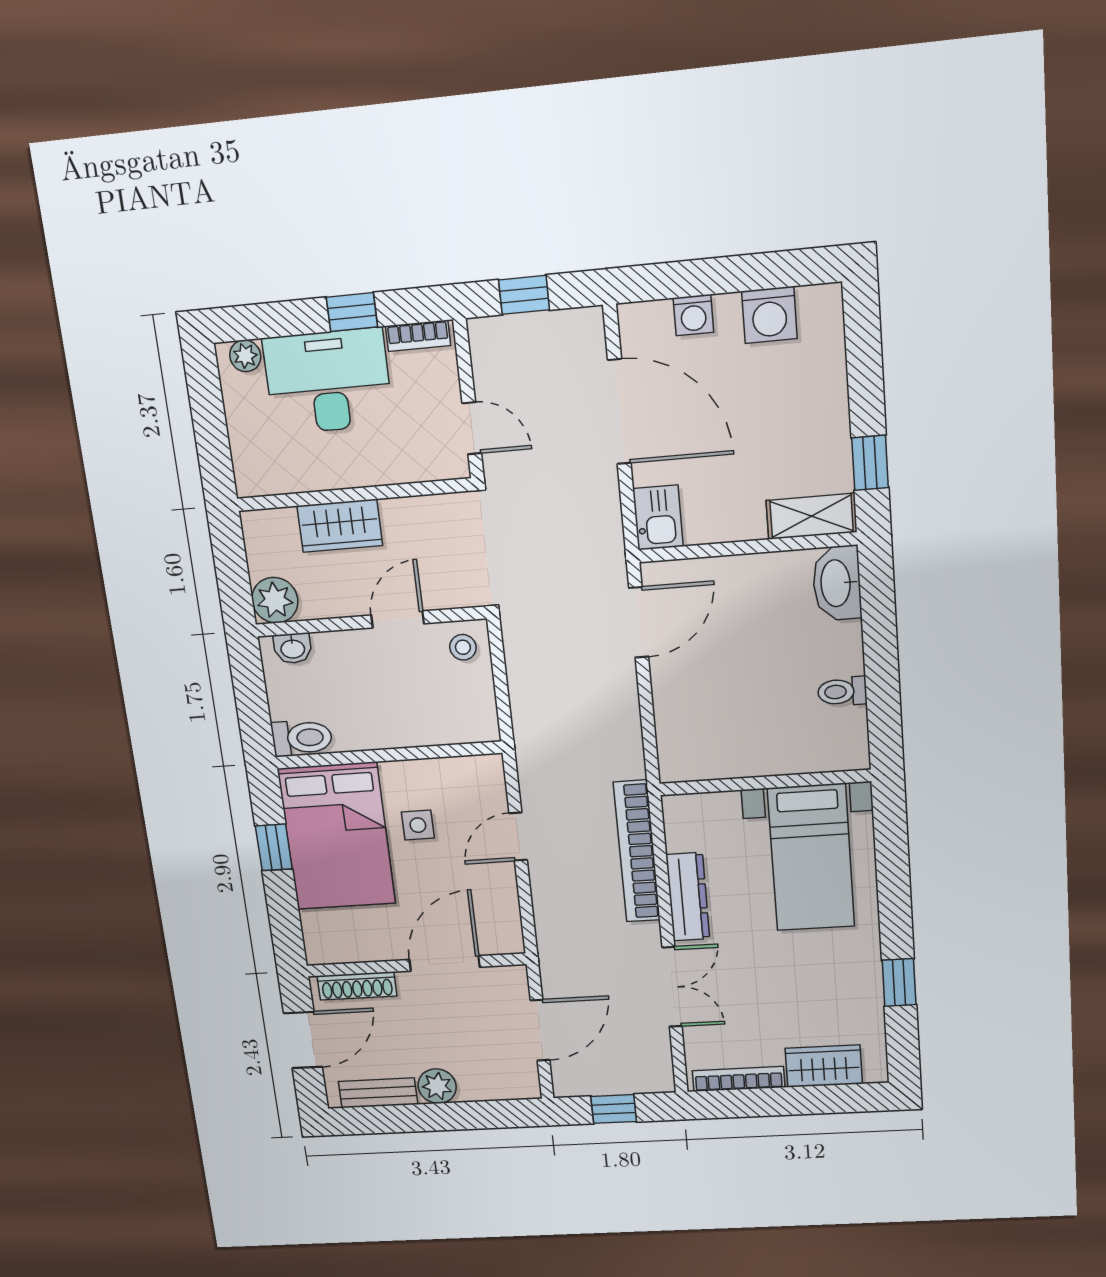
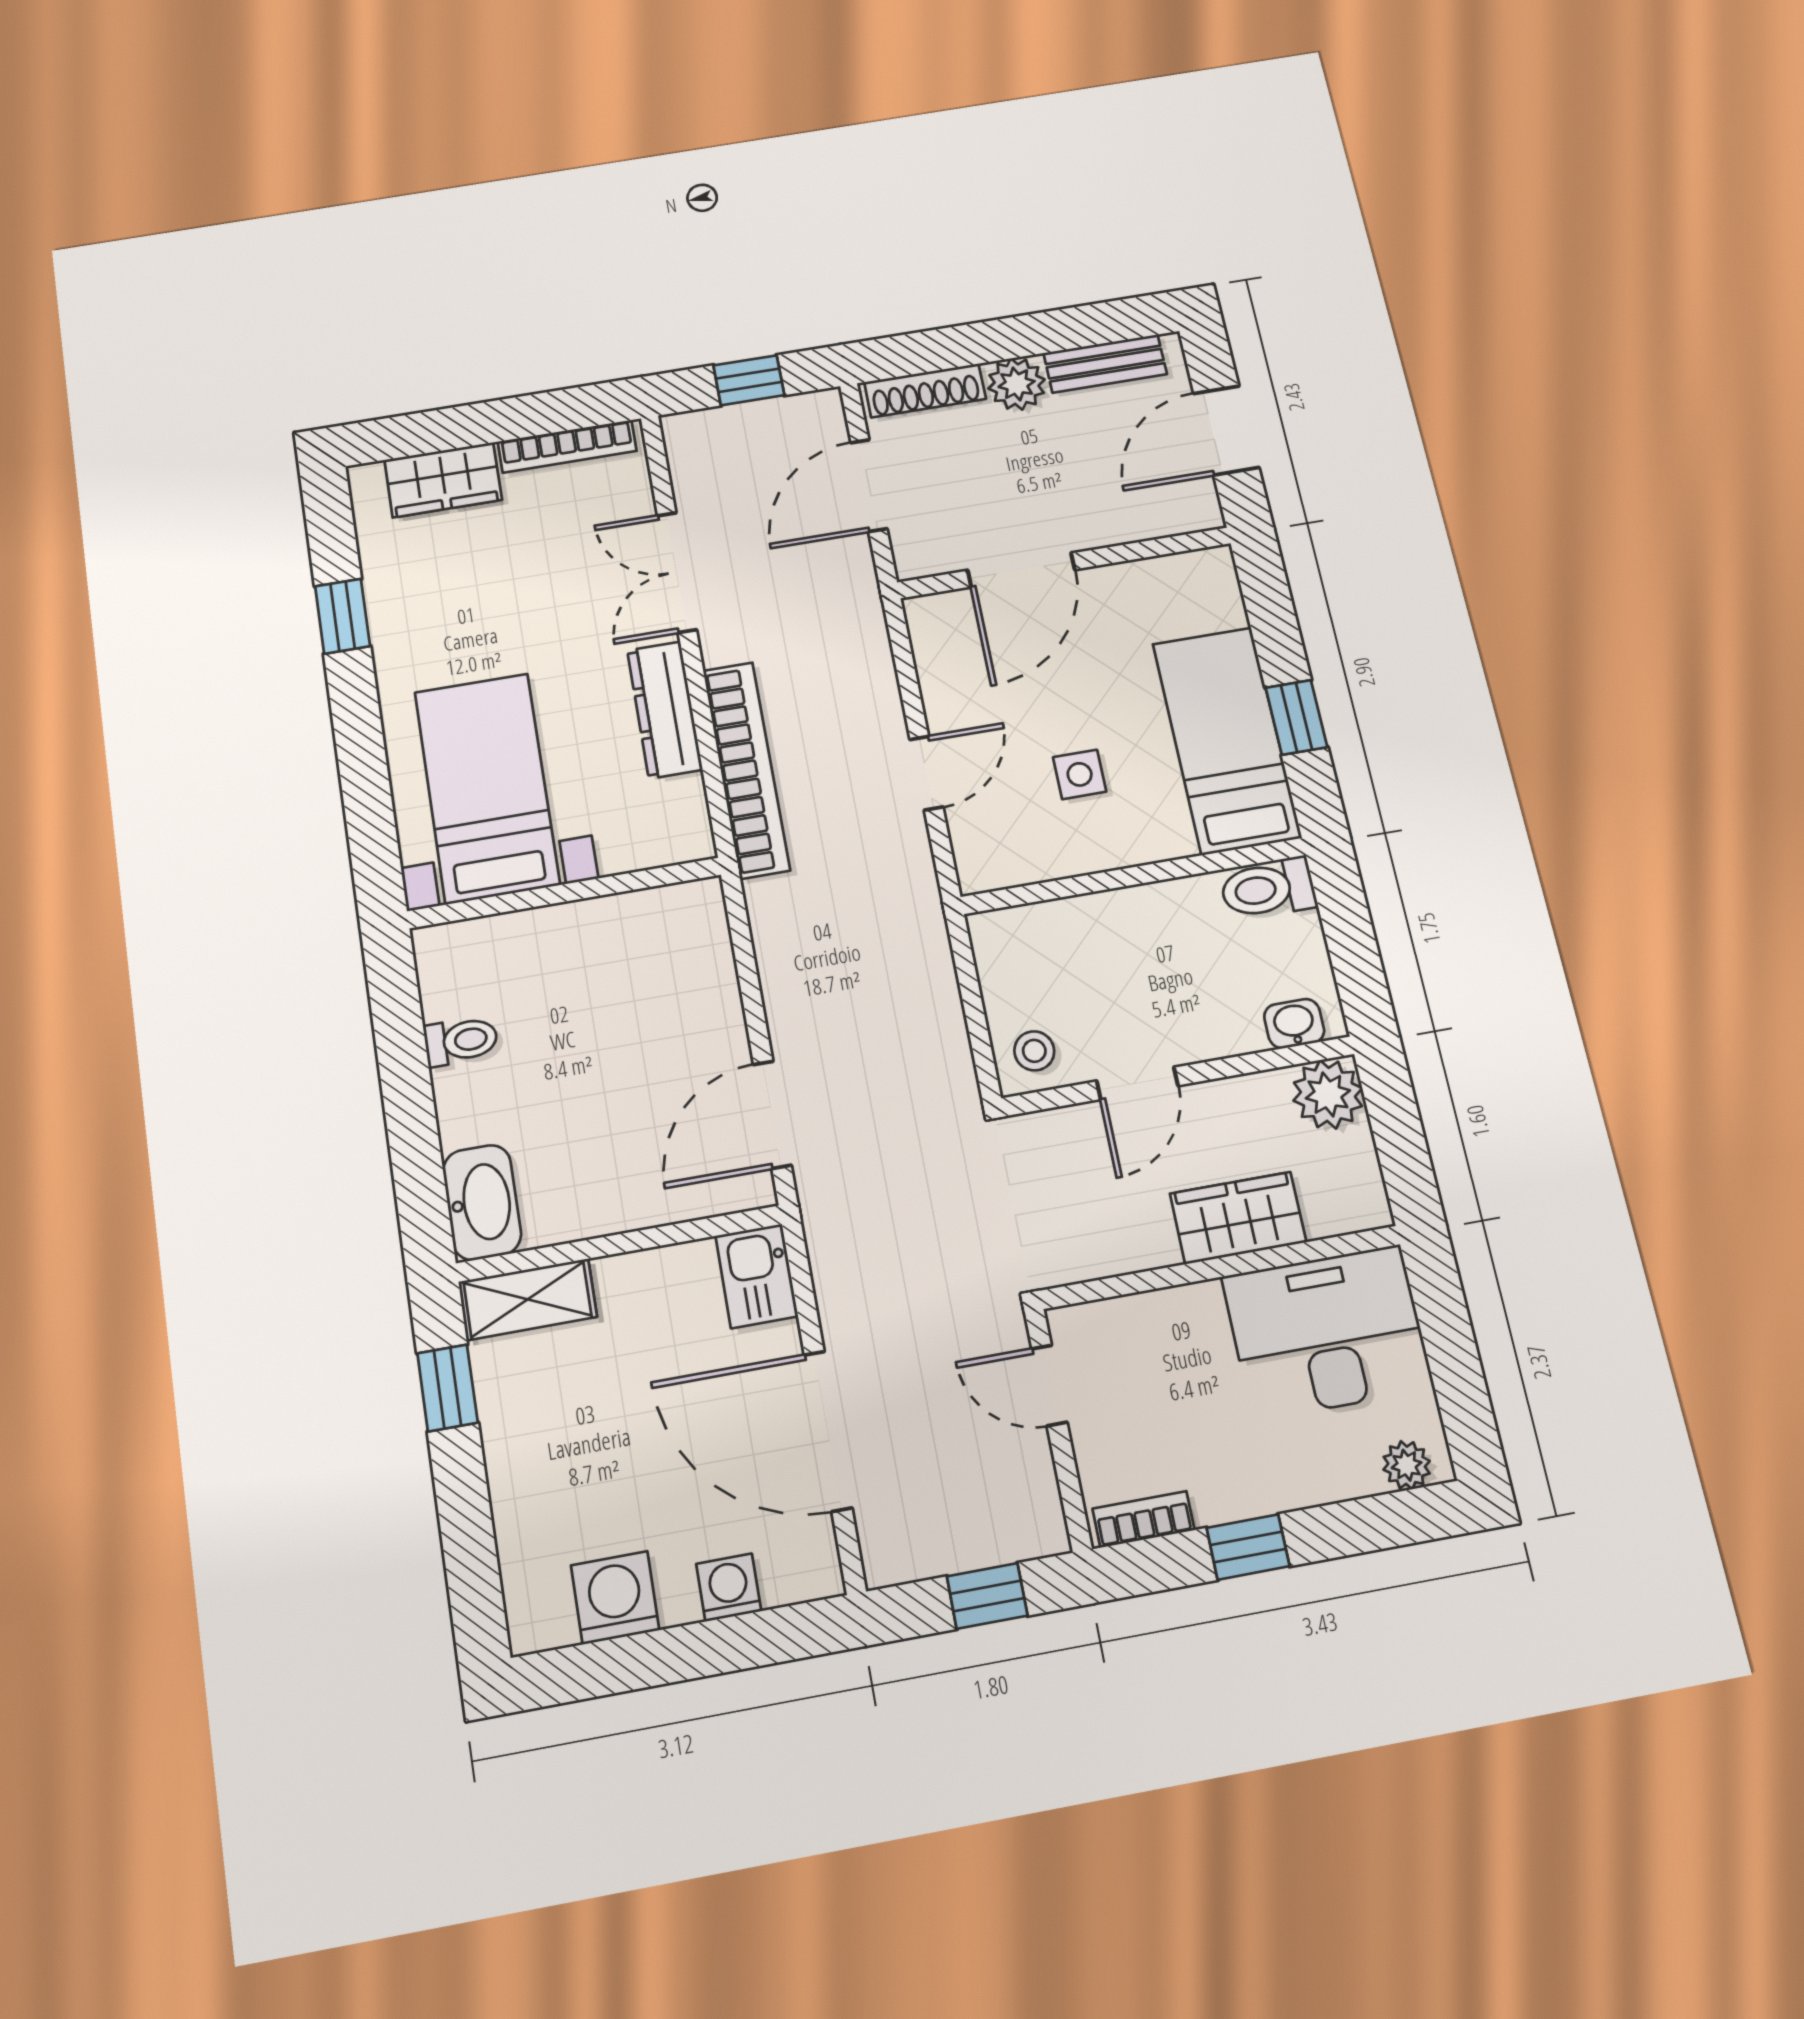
desk: (328, 381) -> (1327, 1332), moved, turned 180
bed: (337, 836) -> (1227, 740), width x0.67
shoe rack: (357, 986) -> (925, 391), moved, turned 180

